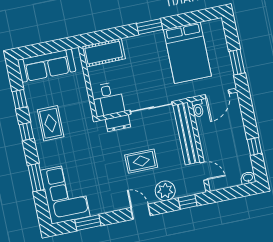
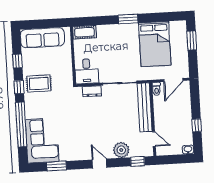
cot: (104, 53) -> (84, 32), width x0.73, depth x0.75
window: (237, 62) -> (192, 41), moved
rug: (51, 123) -> (39, 84), turned 90
rug: (141, 161) -> (106, 124), removed
window: (36, 178) -> (21, 125), width x2.11

